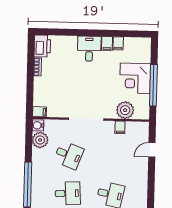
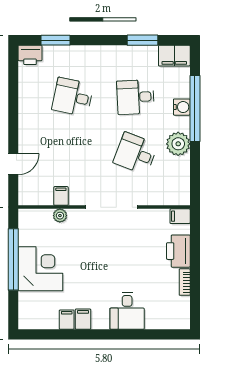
printer: (42, 46) -> (178, 251), moved
desk: (89, 49) -> (127, 311), moved
plant: (125, 110) -> (60, 216), width x0.53, depth x0.53
water cooler: (38, 125) -> (182, 107), moved
plant: (40, 140) -> (178, 144), moved

